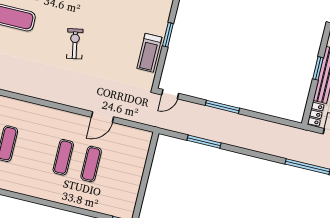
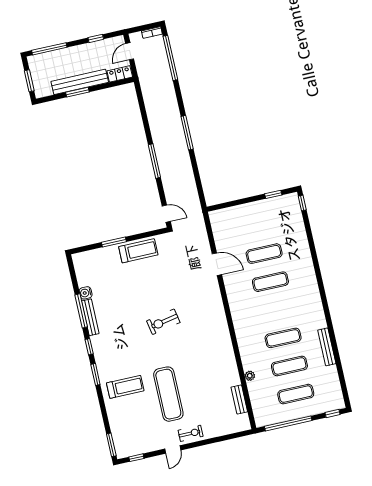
window: (204, 142) -> (187, 133), moved
window: (140, 198) -> (273, 194), added

